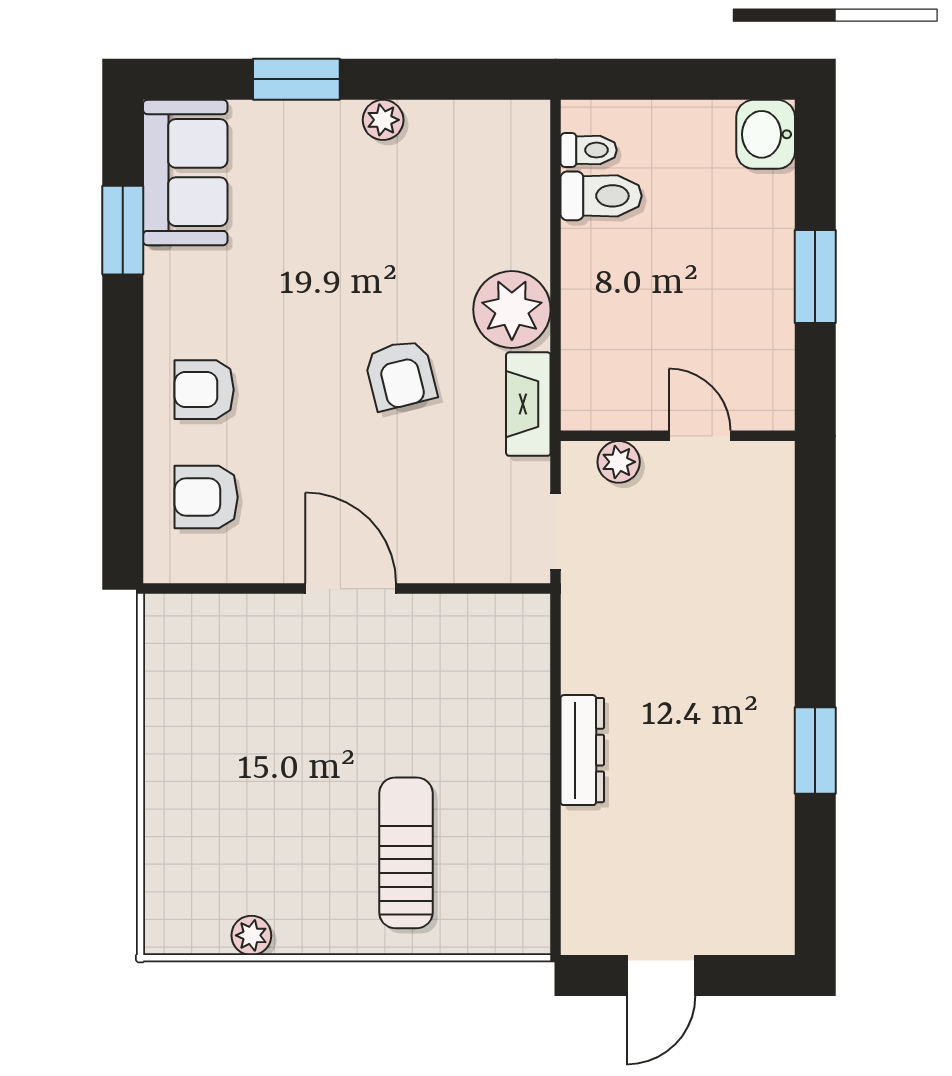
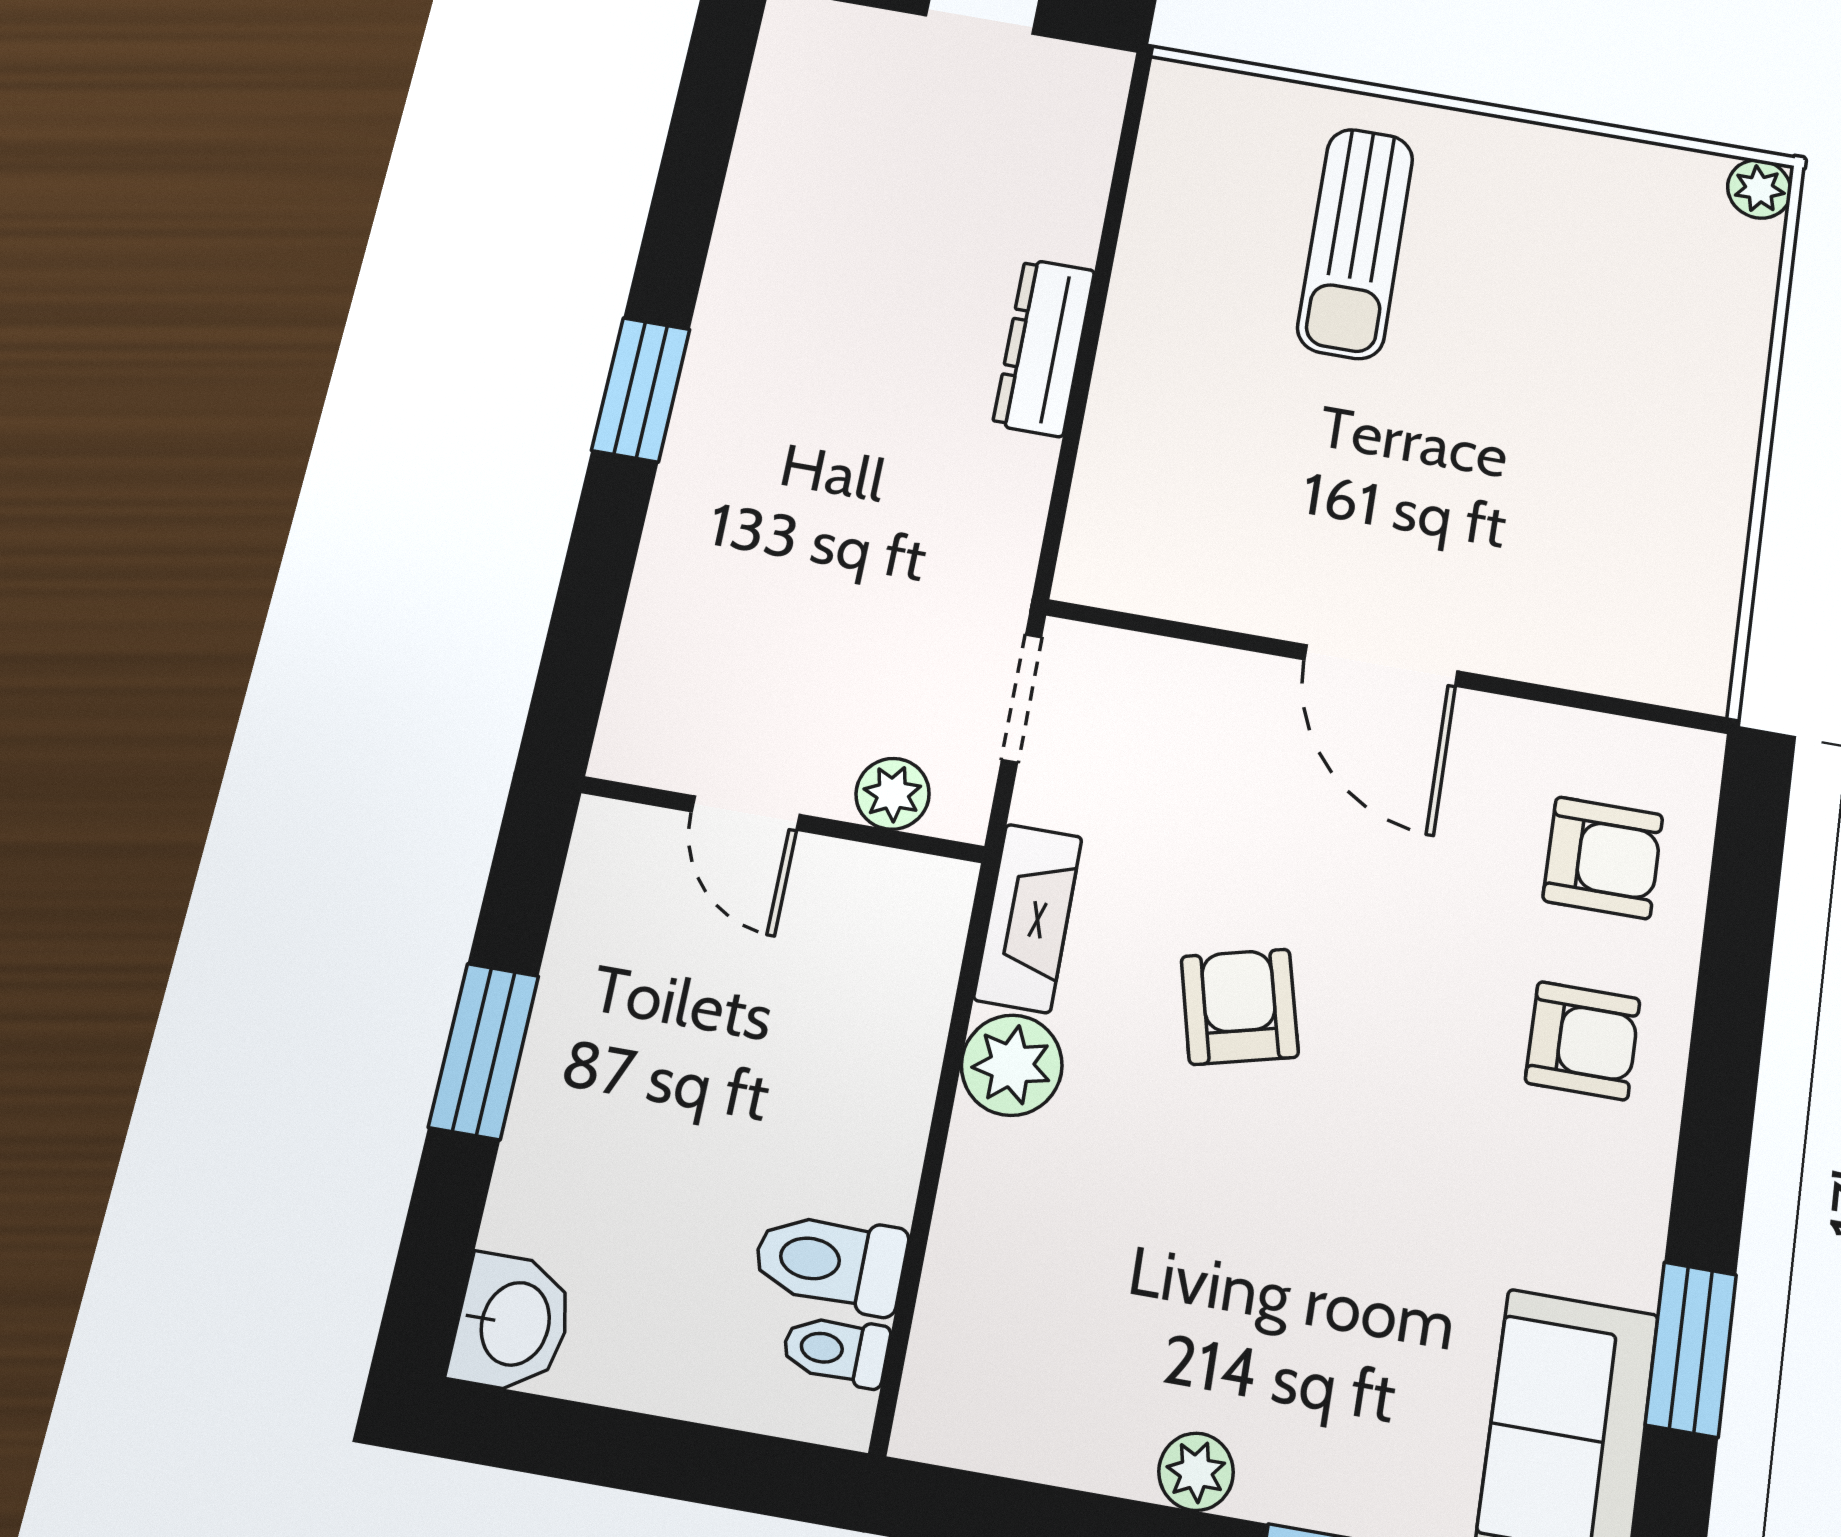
plant: (512, 310) -> (1012, 1065), width x0.73, depth x0.73
window: (815, 750) -> (641, 390), moved
plant: (251, 935) -> (1759, 189), moved

